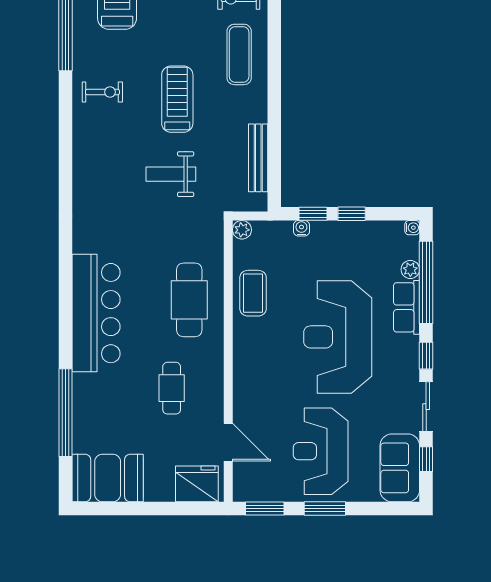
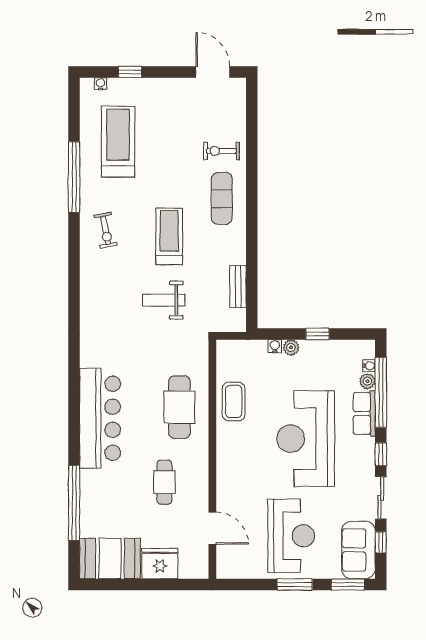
exercise bike: (102, 92) -> (106, 230), turned 79
bench: (258, 158) -> (238, 286), width x0.73
window: (313, 214) -> (285, 334), removed
water cooler: (412, 228) -> (369, 366), moved
plant: (242, 230) -> (291, 347), moved
reception desk: (321, 451) -> (291, 536), turned 180
fridge: (197, 484) -> (160, 564), moved
window: (265, 509) -> (348, 584), moved

